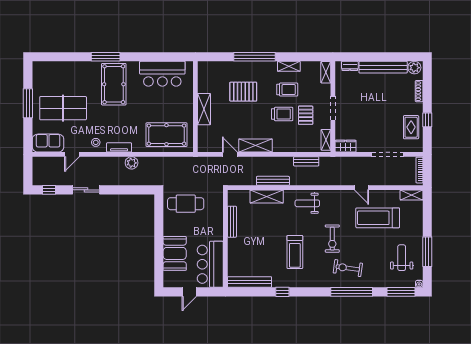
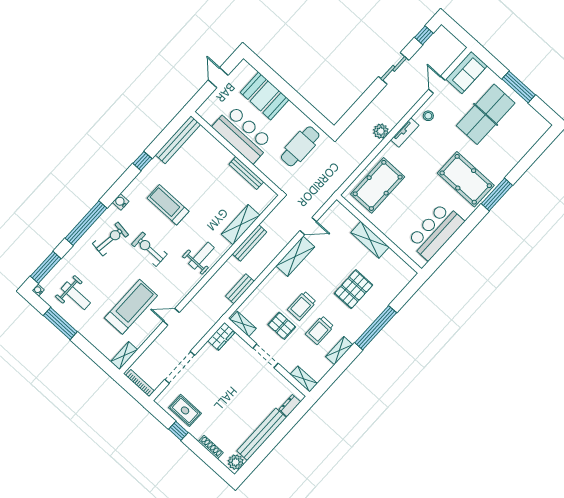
bar counter: (210, 264) -> (243, 134), moved
water cooler: (319, 283) -> (121, 202), added

